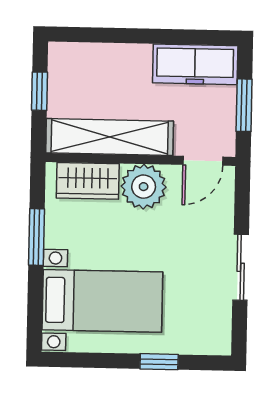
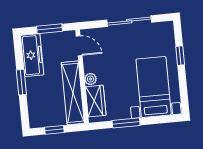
window: (143, 36) -> (21, 82), added
plant: (144, 187) -> (91, 79), width x0.53, depth x0.53
sliding door: (241, 267) -> (129, 21), width x1.37

